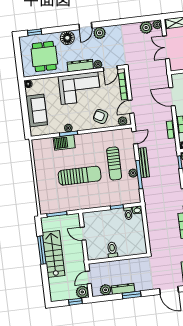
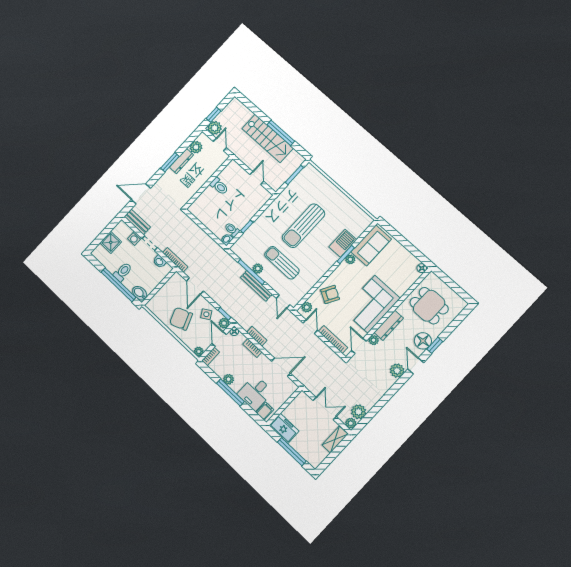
window: (35, 32) -> (435, 345), moved
sofa: (37, 111) -> (371, 245), moved, turned -90
door: (83, 234) -> (257, 178), hinge flipped

